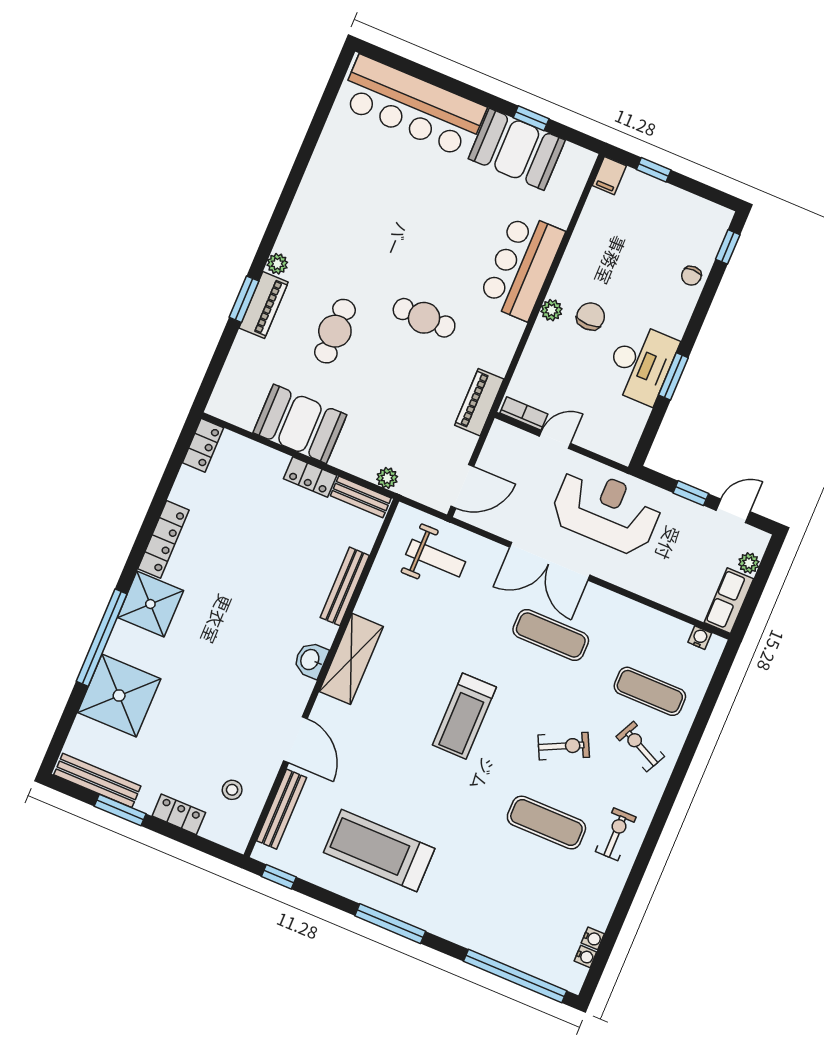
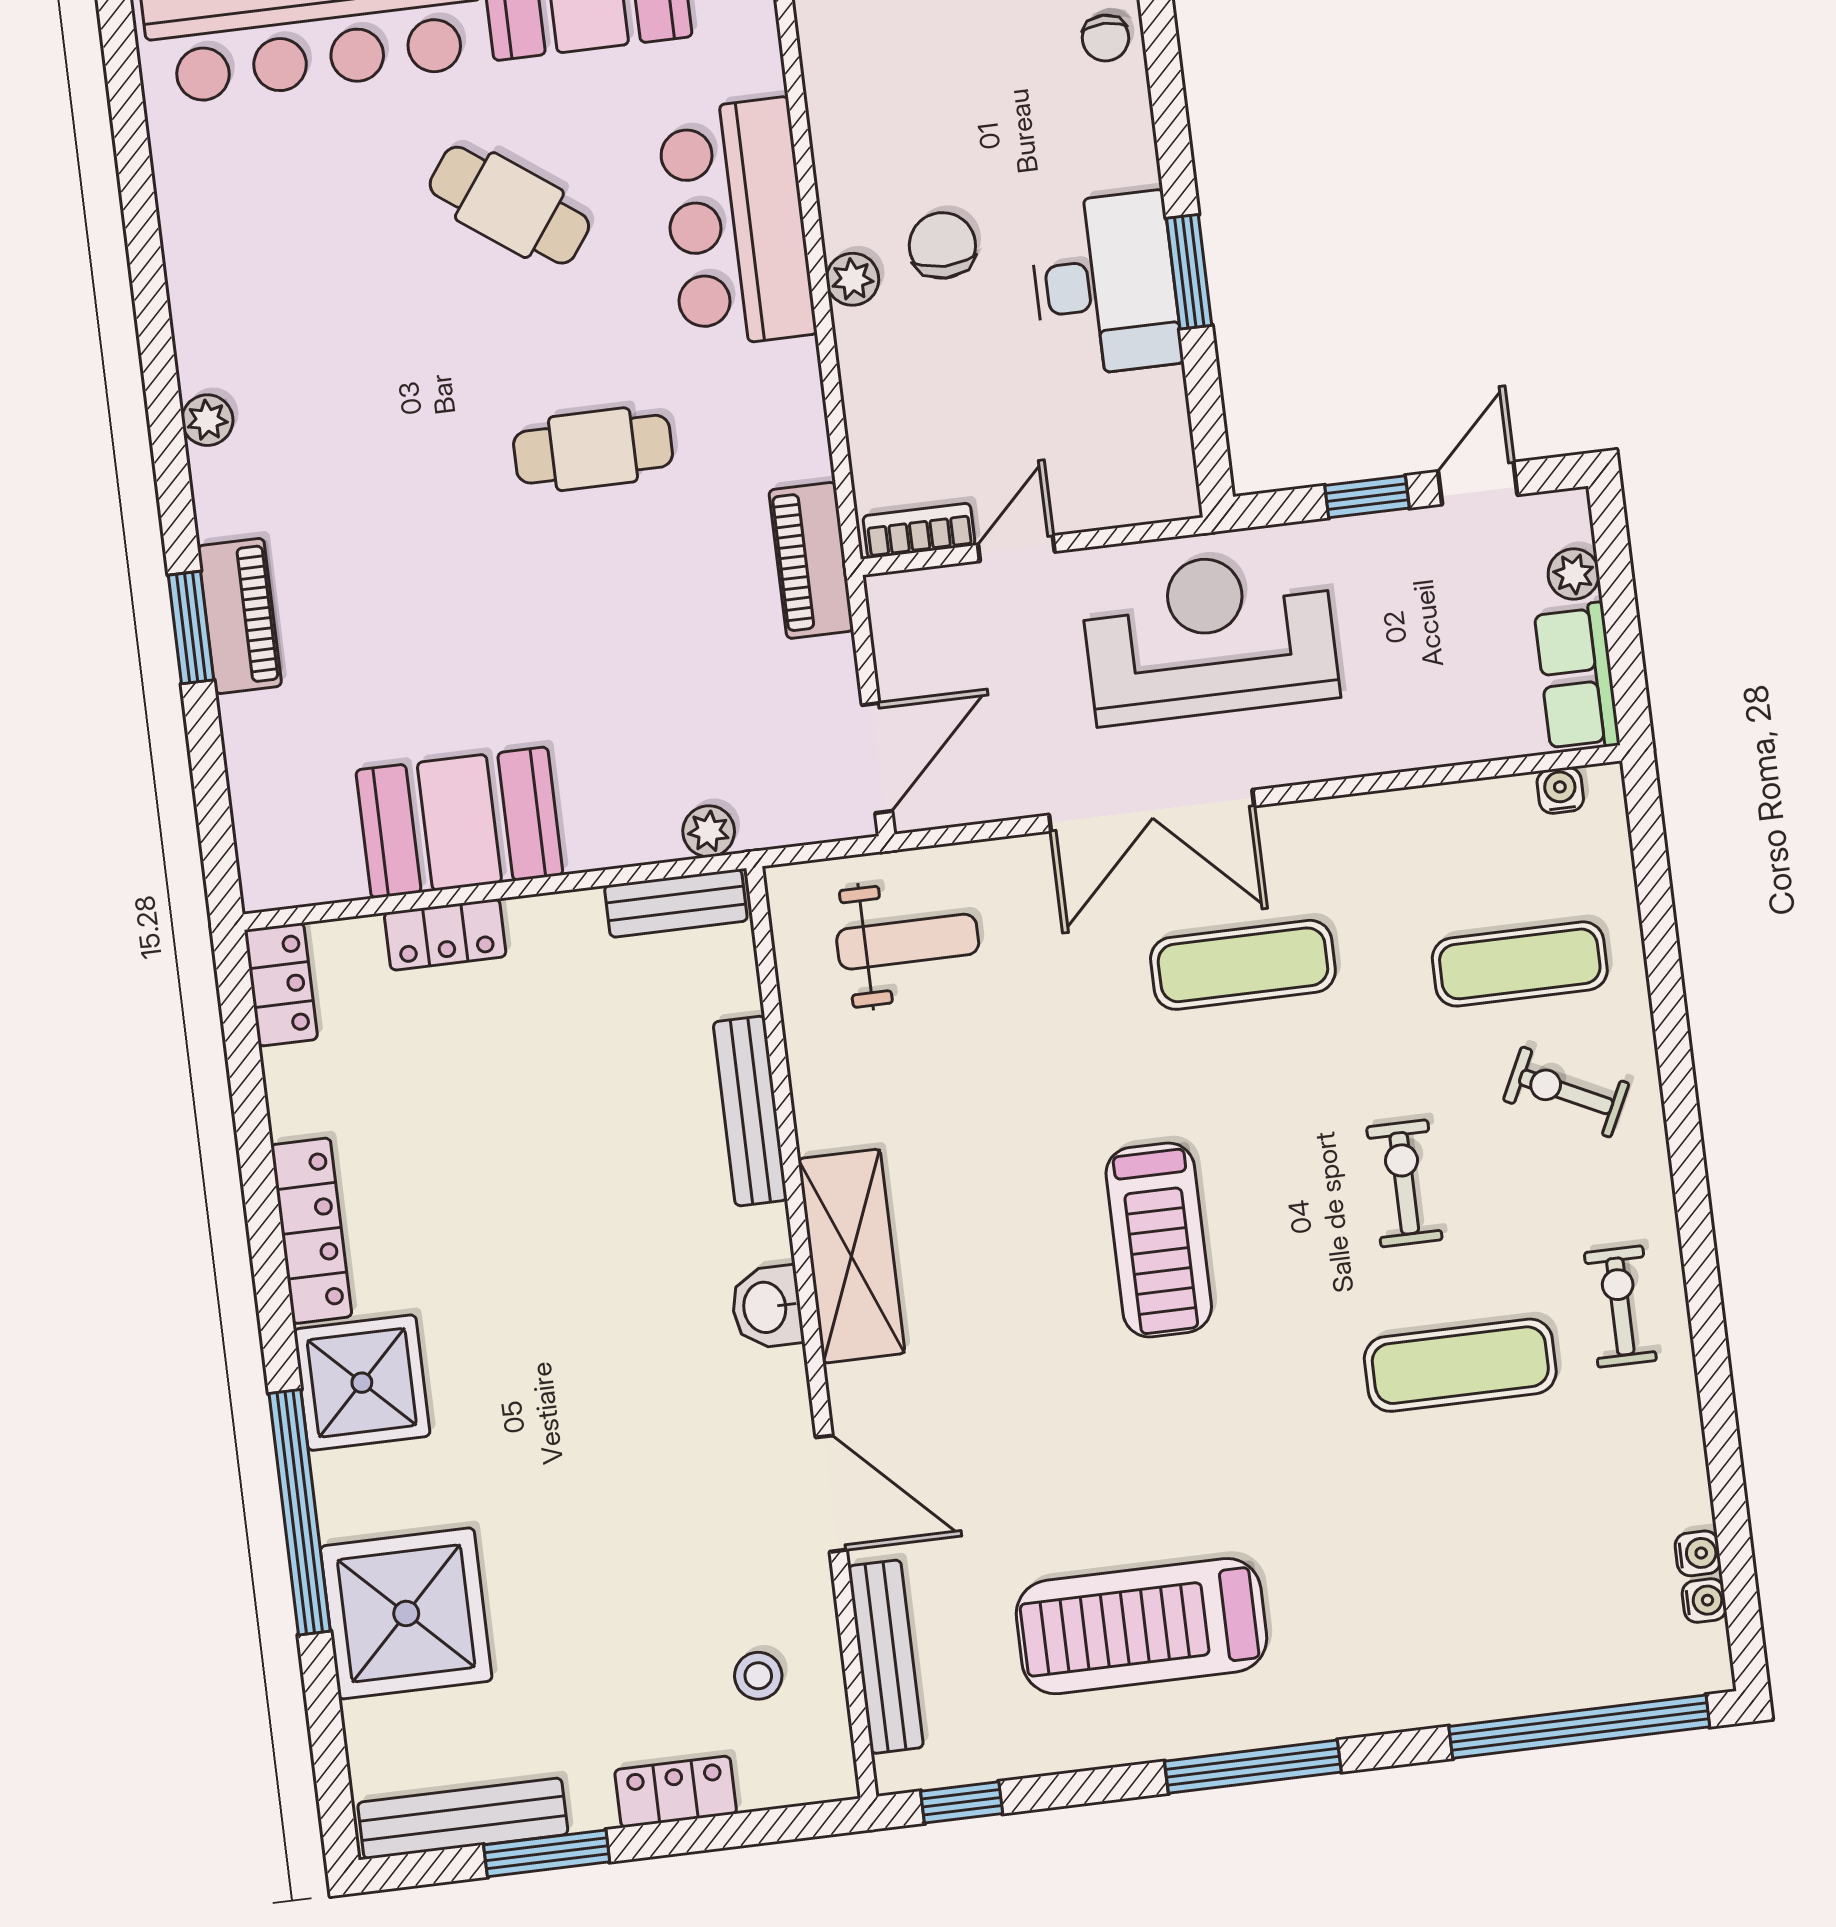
plant: (277, 264) -> (207, 420), moved
cafe table: (335, 331) -> (509, 205), moved, turned -54
locker: (310, 477) -> (445, 935), moved
exercise bike: (564, 746) -> (1404, 1183), turned -64

